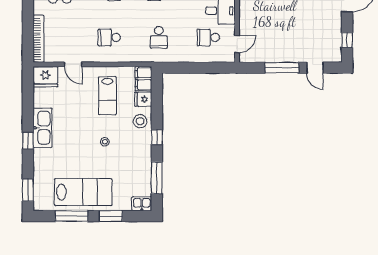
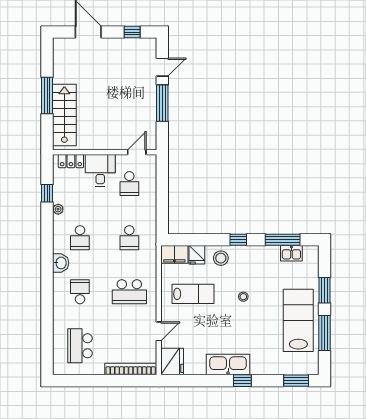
school desk: (109, 37) -> (129, 292), width x1.85
school desk: (159, 37) -> (129, 238), turned 90
door: (237, 44) -> (137, 152), hinge flipped
kitchen sink: (142, 204) -> (291, 253), moved, turned -90

